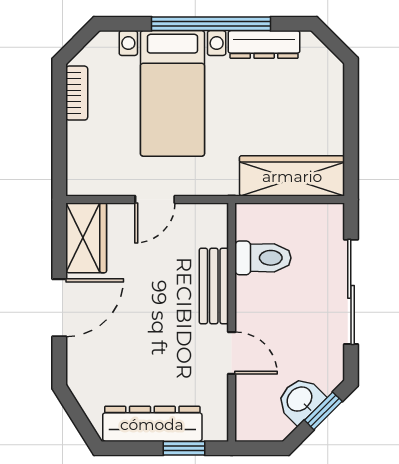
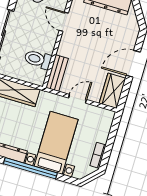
bench: (214, 286) -> (57, 73), moved

